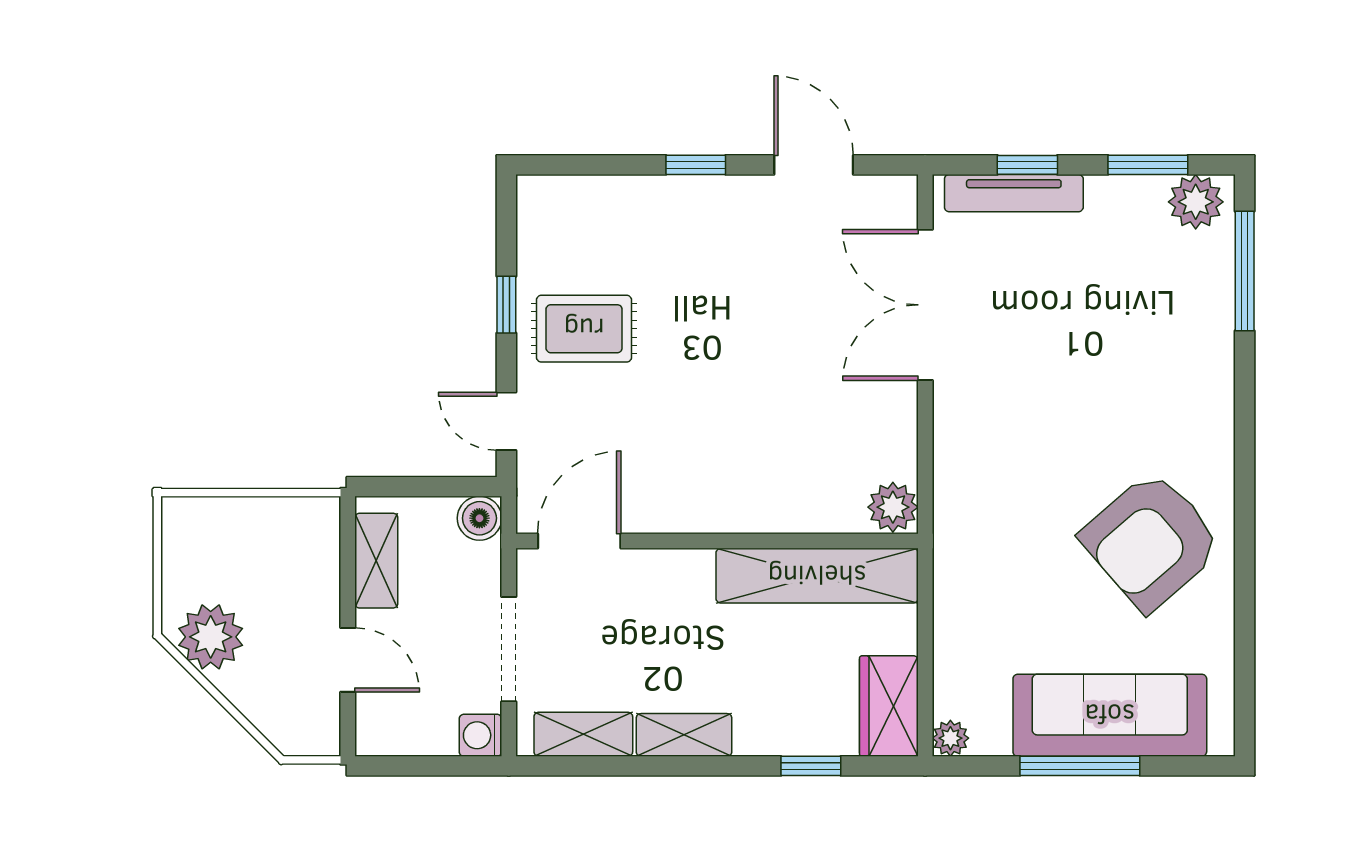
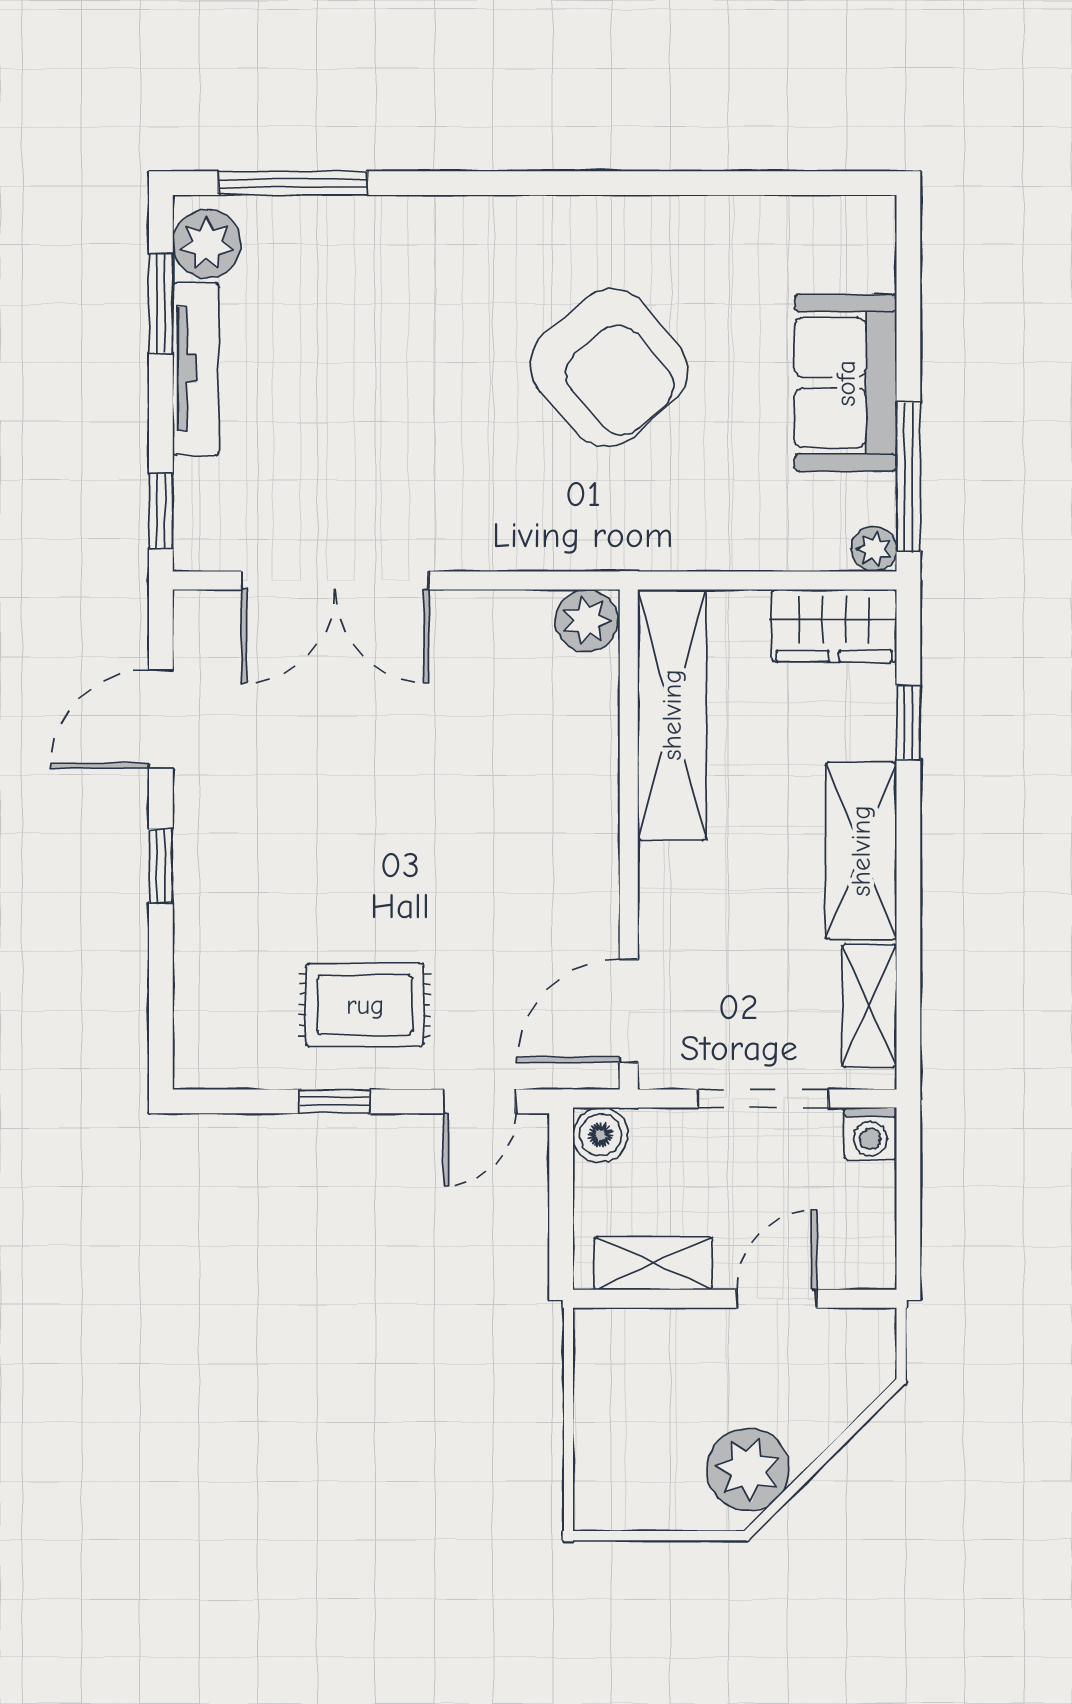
window: (1027, 165) -> (161, 511), moved
tv unit: (1014, 193) -> (196, 369), moved
rug: (584, 329) -> (365, 1005), turned 90
door: (579, 541) -> (629, 1011), hinge flipped
armchair: (1151, 541) -> (609, 368), moved
sofa: (1110, 715) -> (846, 383), width x0.73
shelving: (684, 735) -> (861, 851), width x1.50, depth x1.33
window: (1080, 766) -> (908, 477), moved

